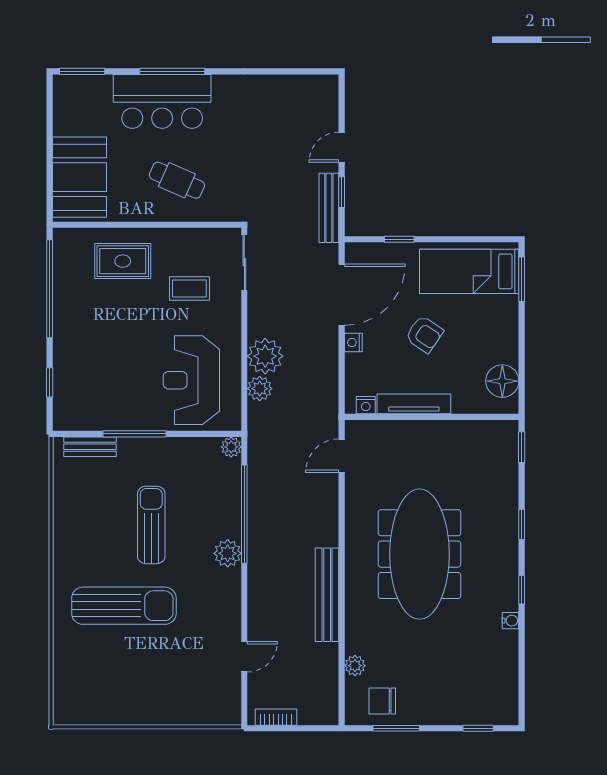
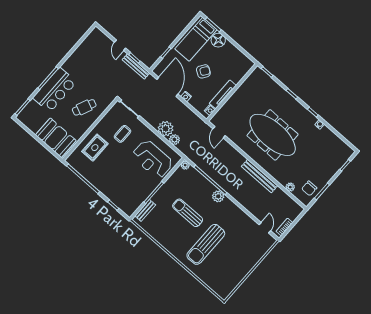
floor lamp: (502, 381) -> (218, 40), moved
sun lounger: (124, 606) -> (206, 244), turned 180
door: (244, 657) -> (265, 228), moved

